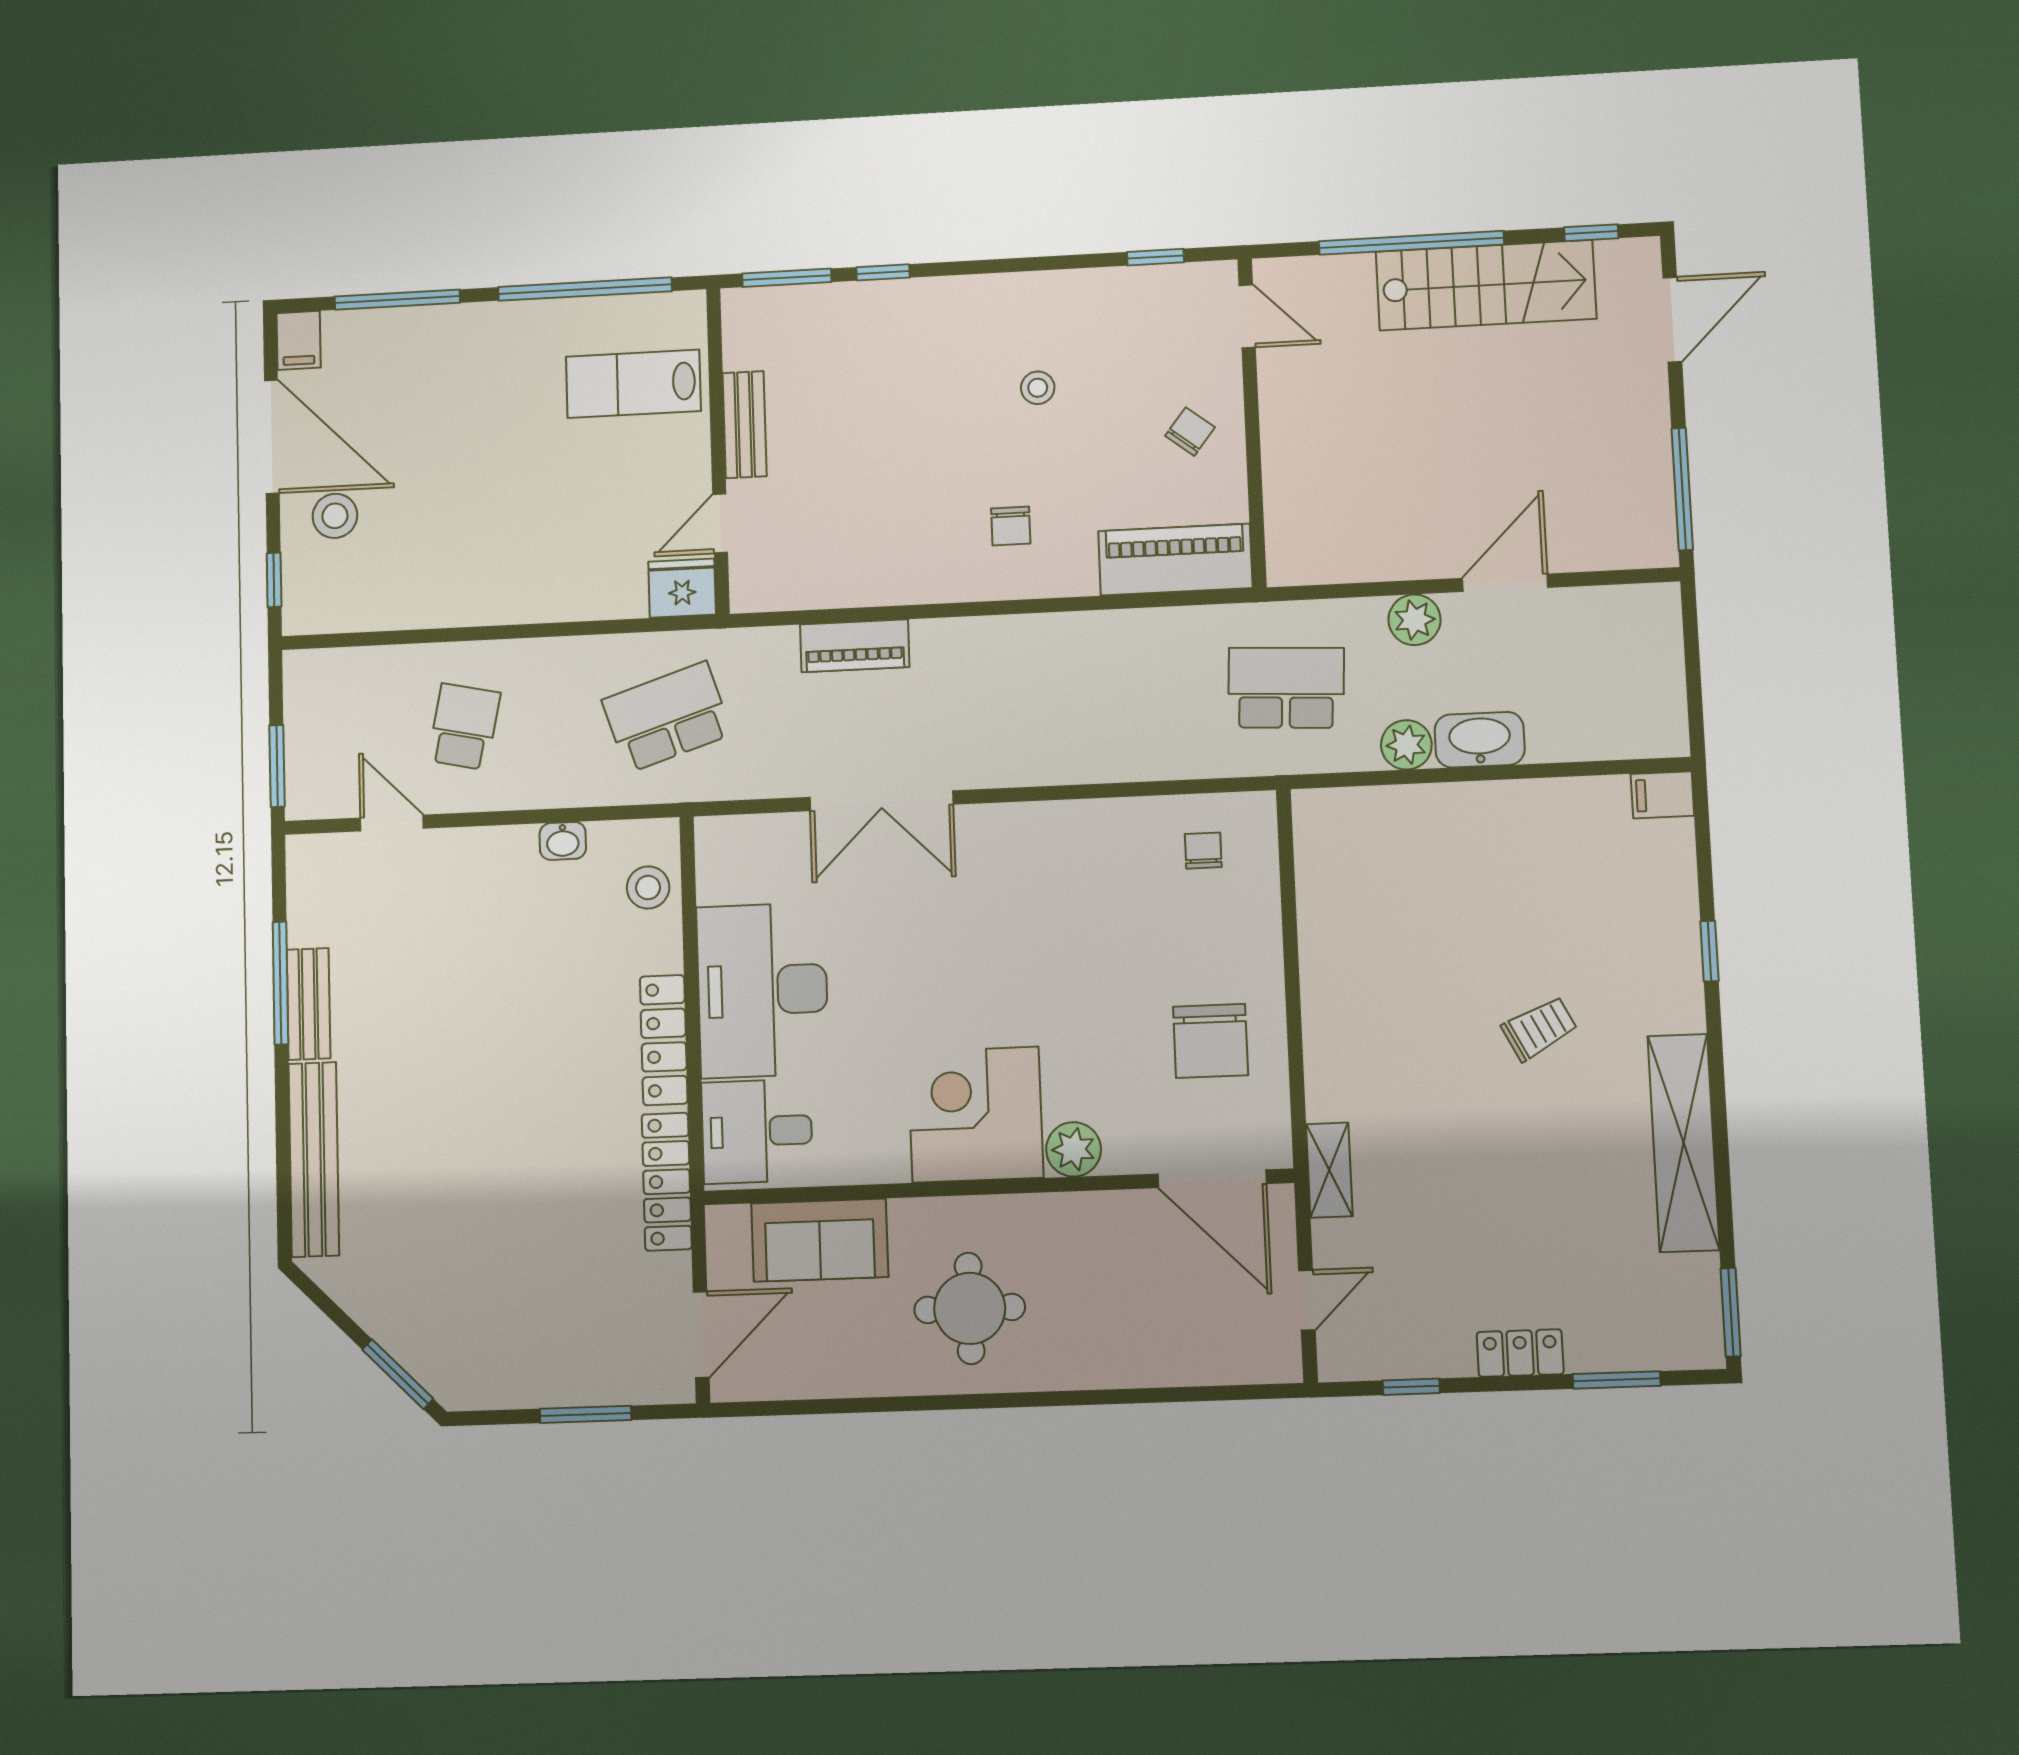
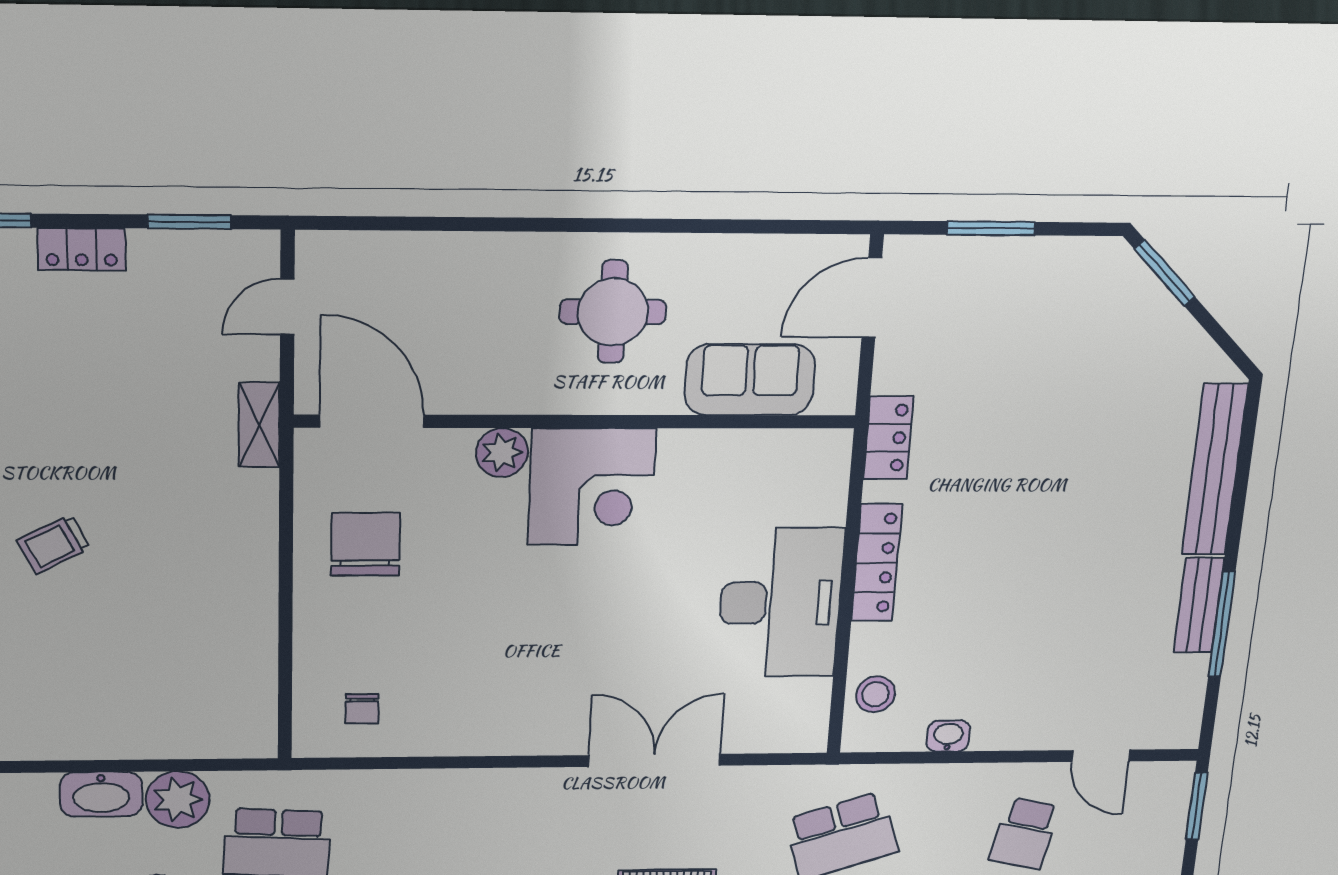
plant: (1406, 745) -> (178, 800), width x1.36, depth x1.36
desk: (757, 1131) -> (799, 479), removed
locker: (667, 1182) -> (888, 438), width x0.66
window: (1411, 1387) -> (189, 222), width x1.50

